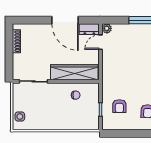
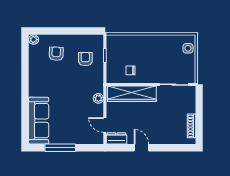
door: (65, 20) -> (141, 148), width x0.53
plant: (107, 28) -> (98, 98), moved
door: (100, 42) -> (105, 125), swing flipped

